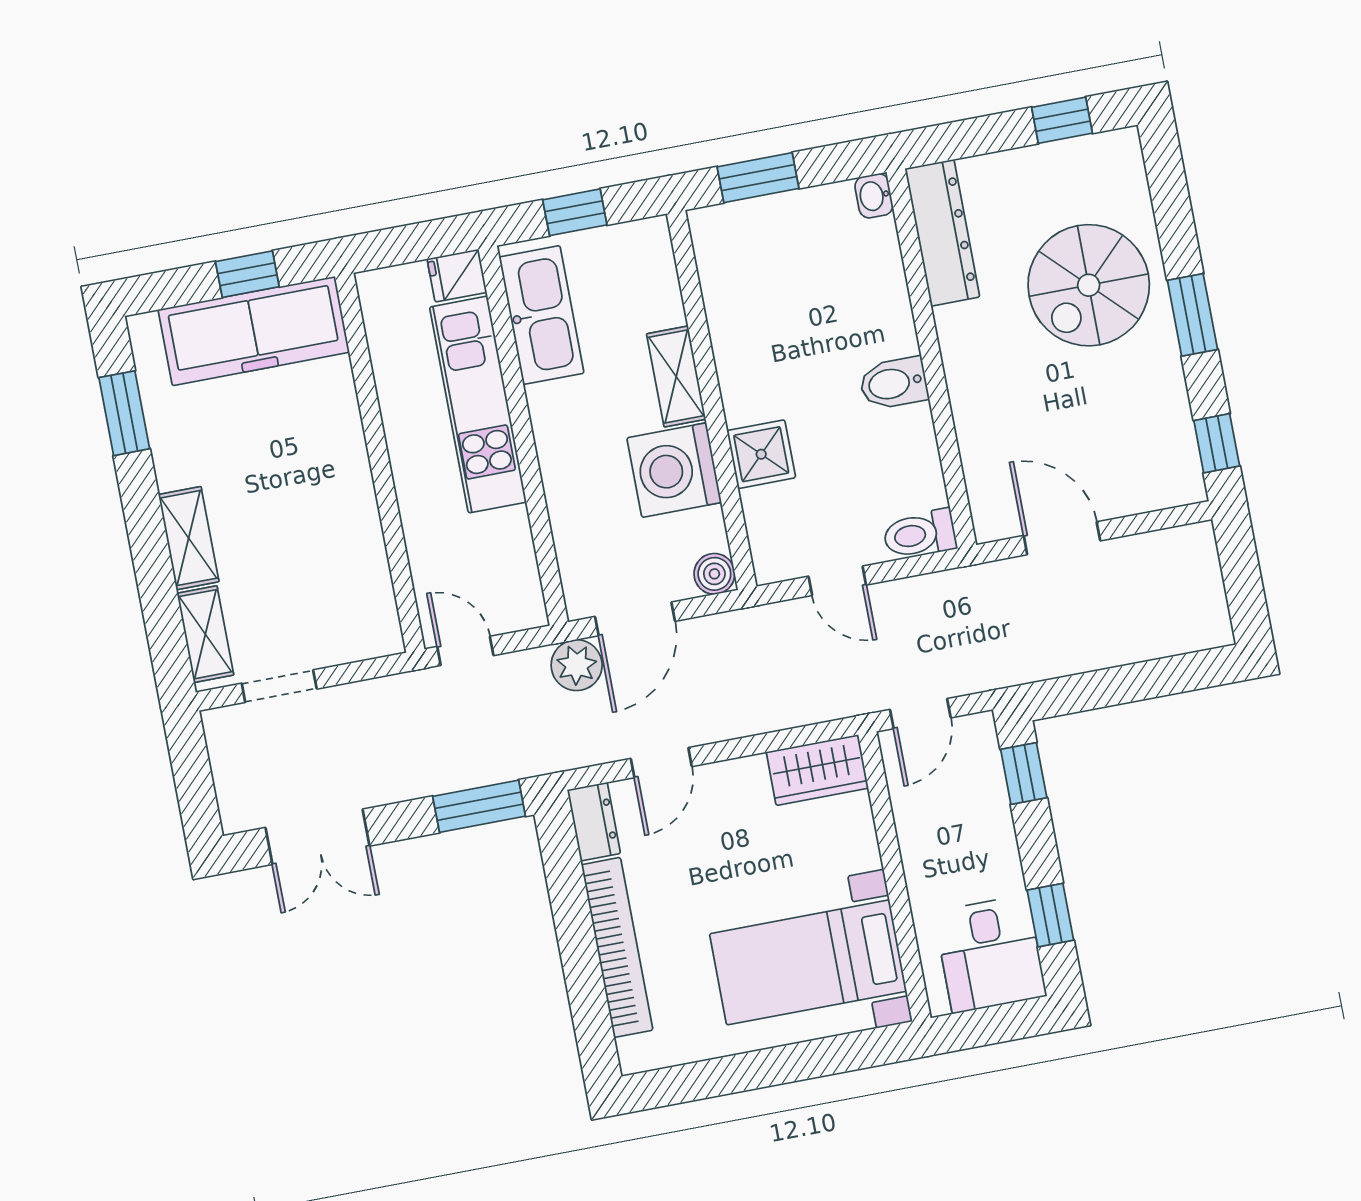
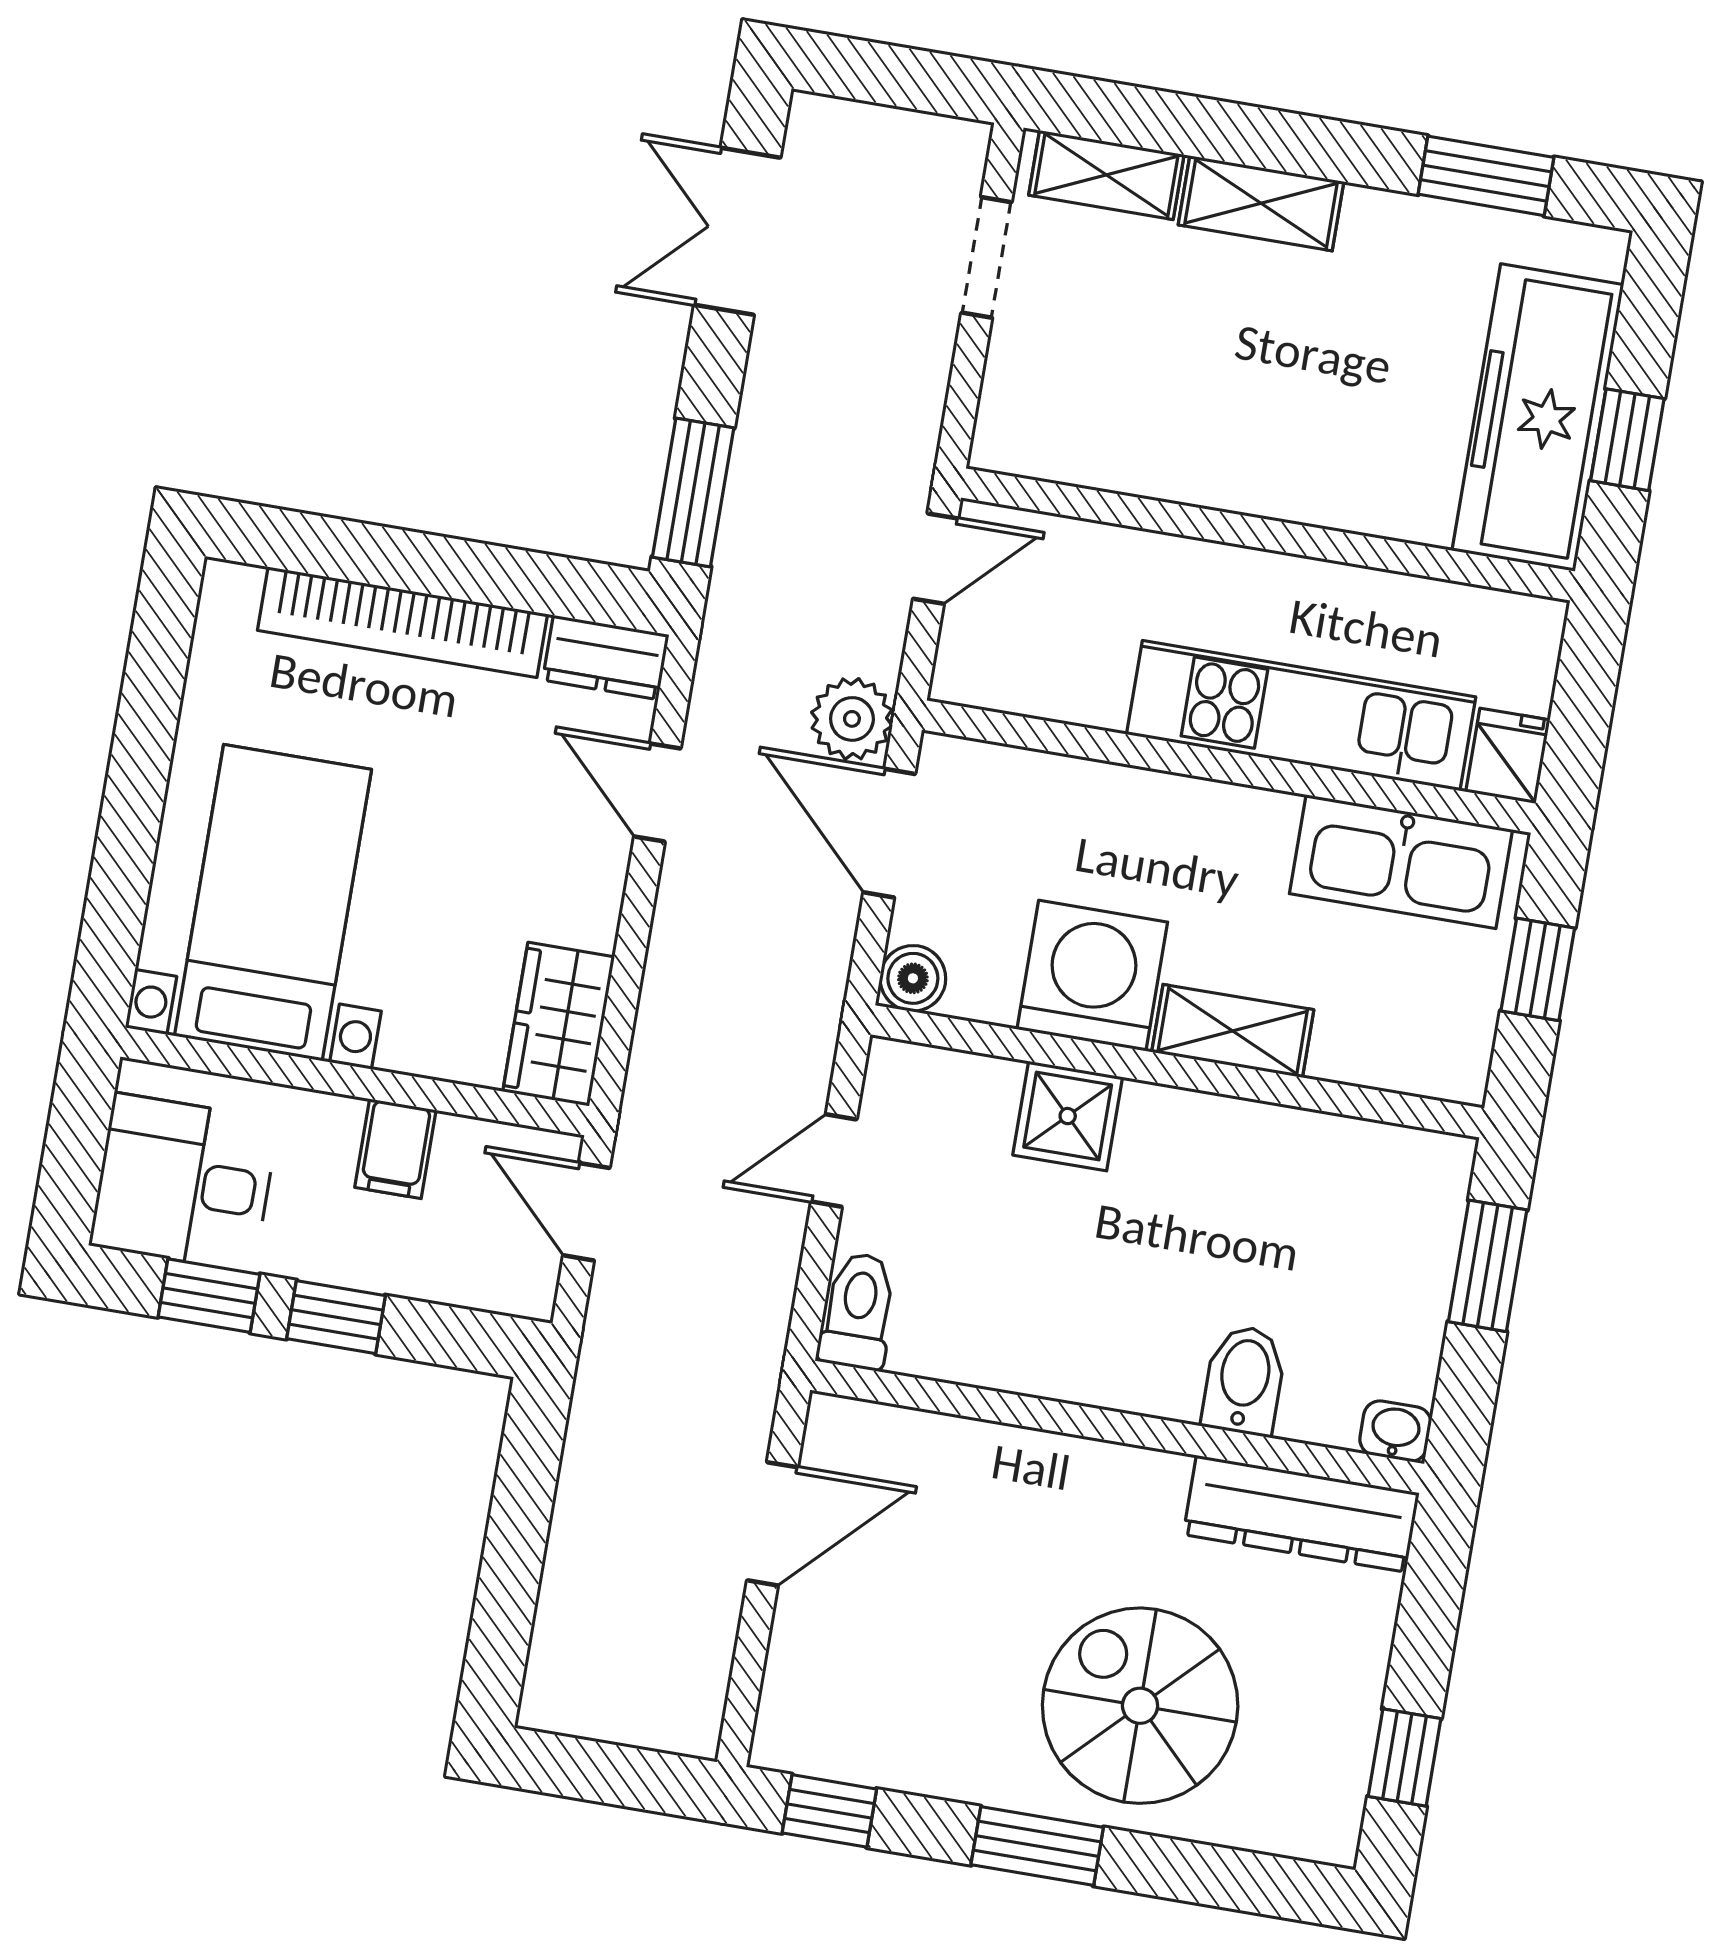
bidet: (894, 383) -> (1244, 1380), moved
window: (1024, 774) -> (336, 1317), moved
filing cabinet: (925, 838) -> (395, 1149), added

